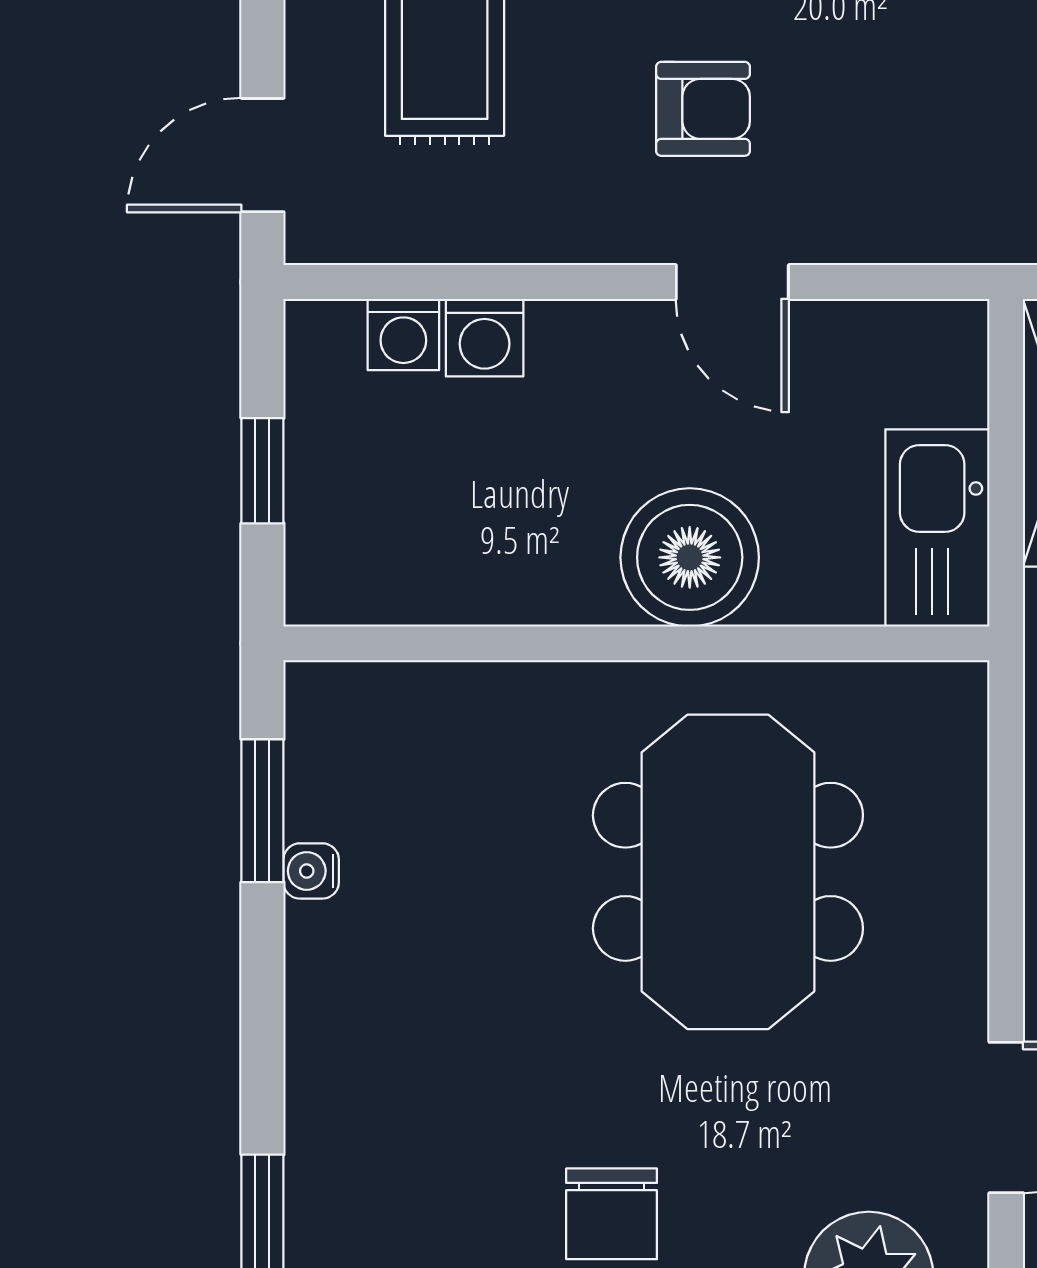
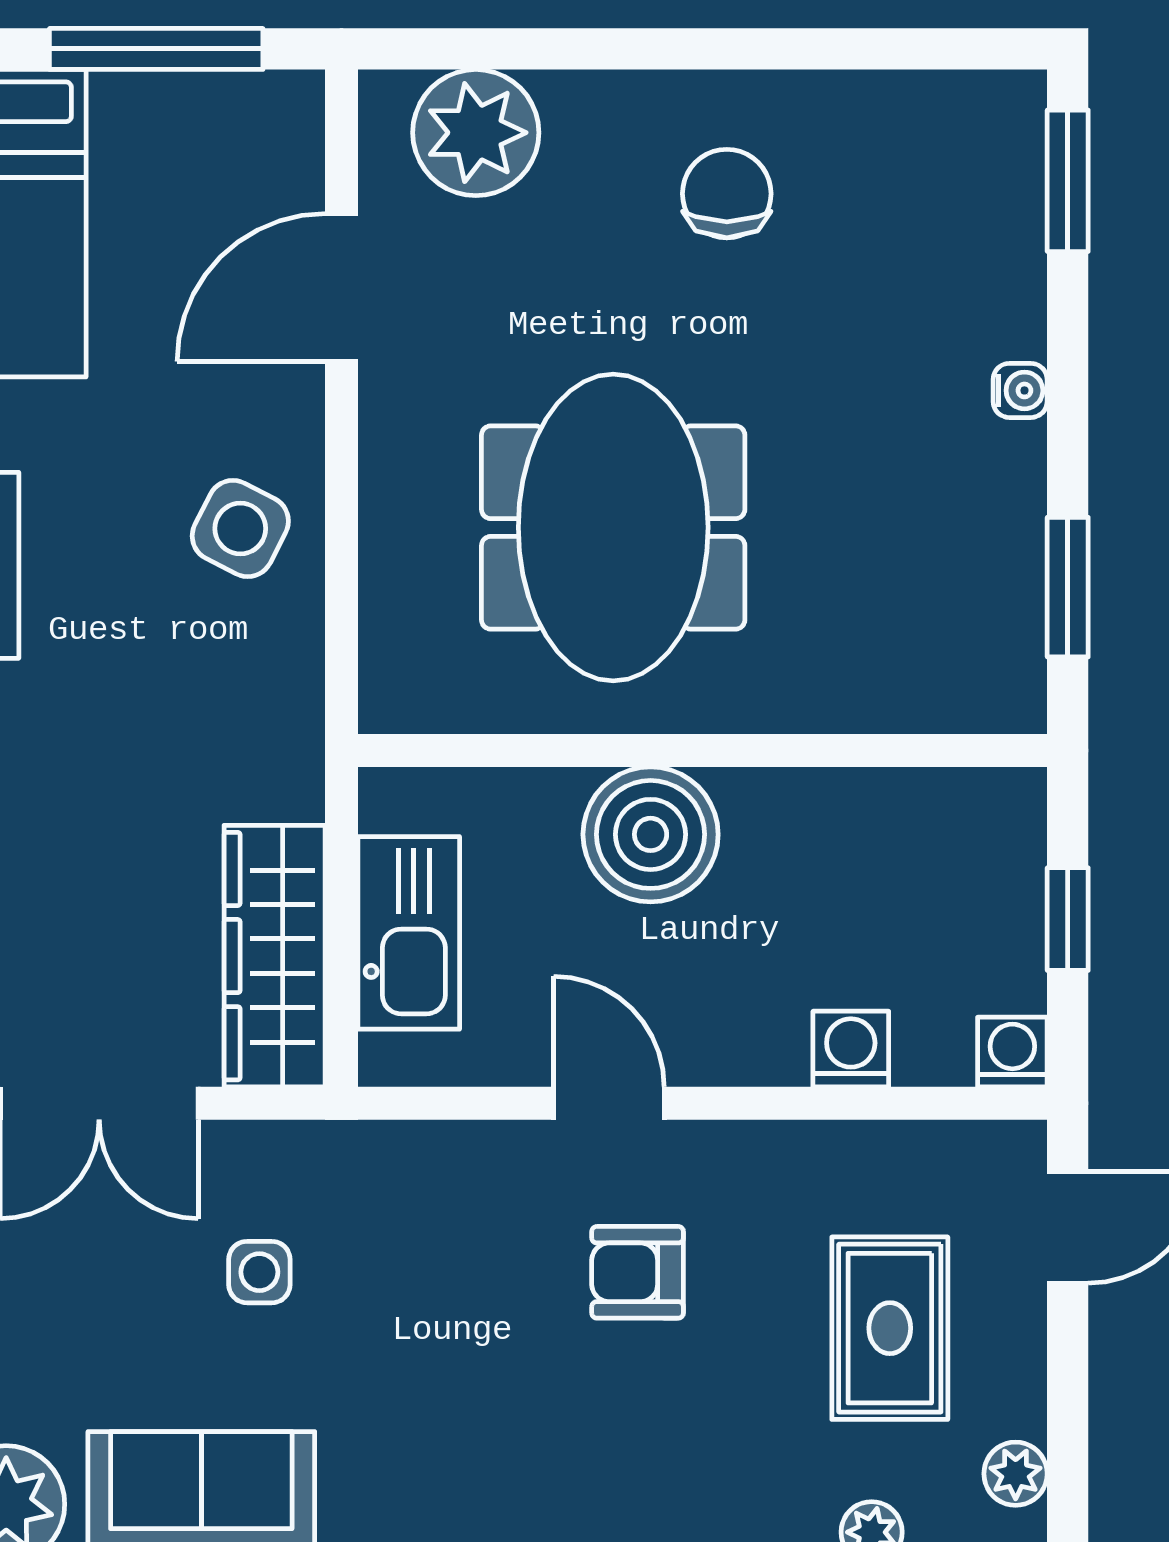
washing machine: (403, 334) -> (1012, 1052), moved
kitchen sink: (937, 528) -> (409, 933), moved
water cooler: (311, 871) -> (1020, 390), moved

